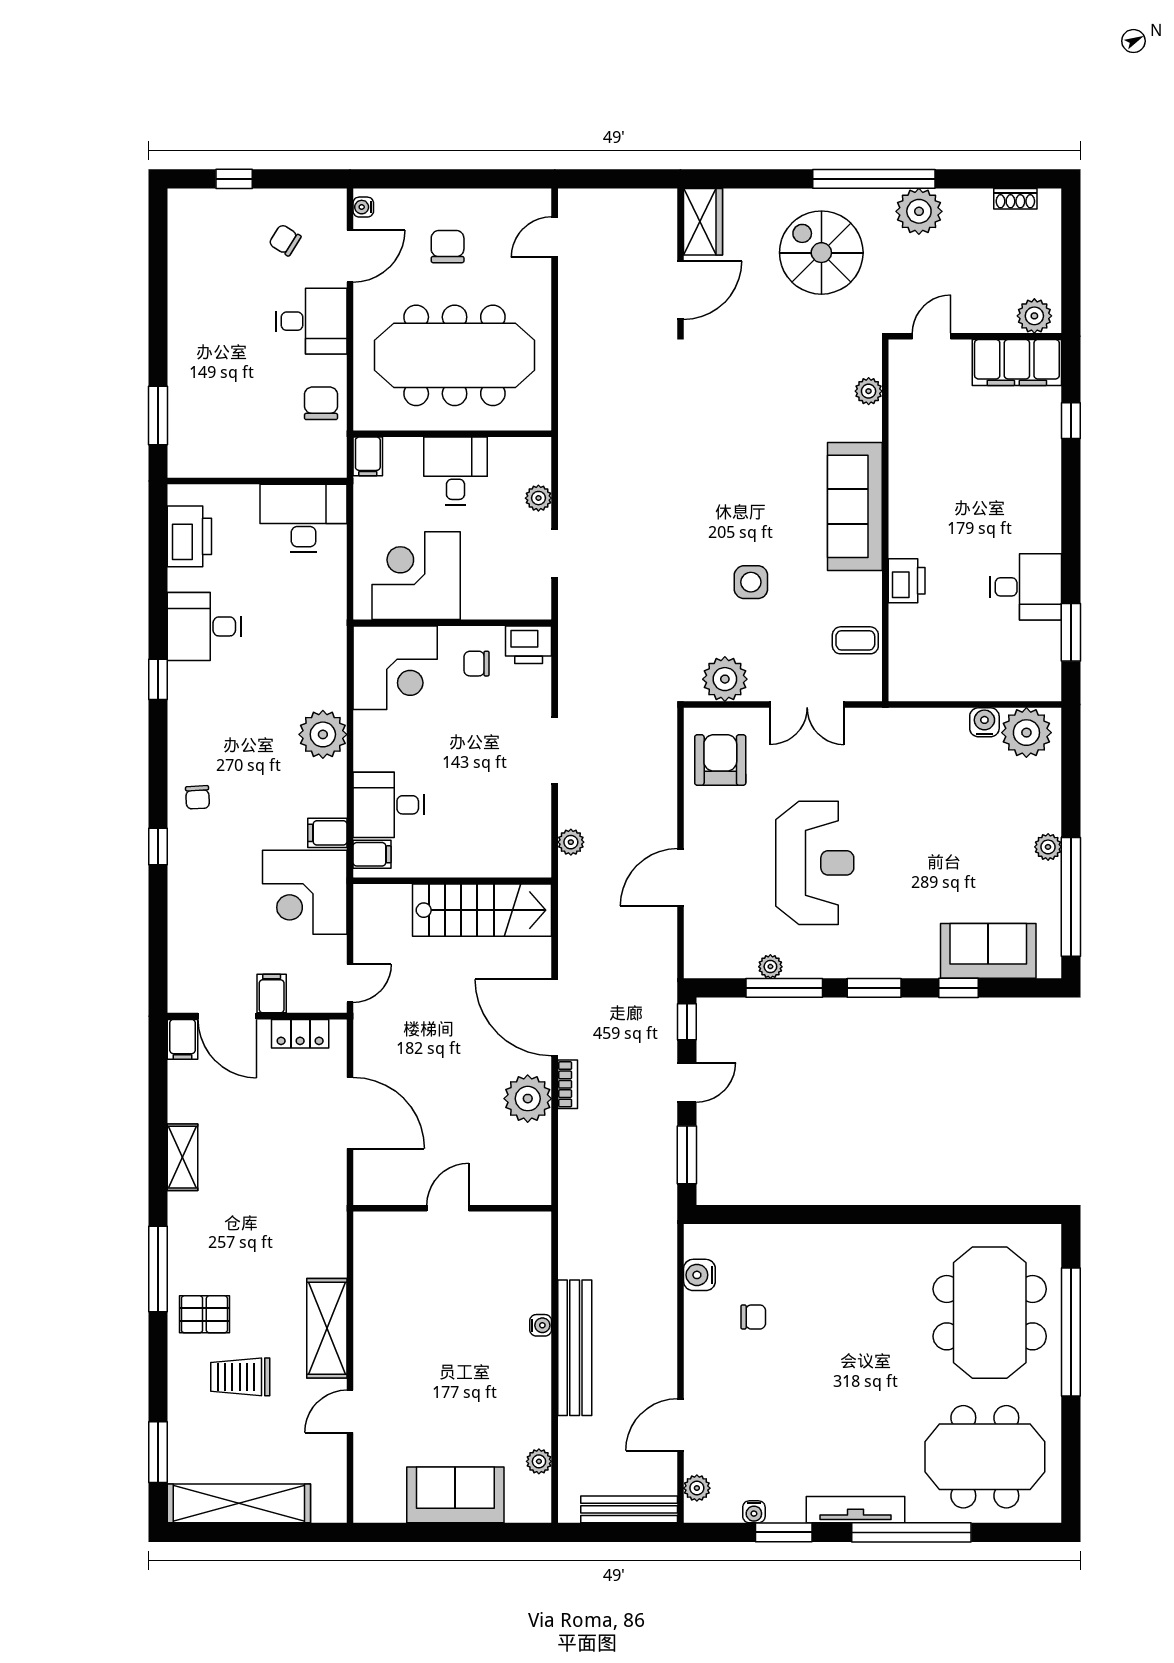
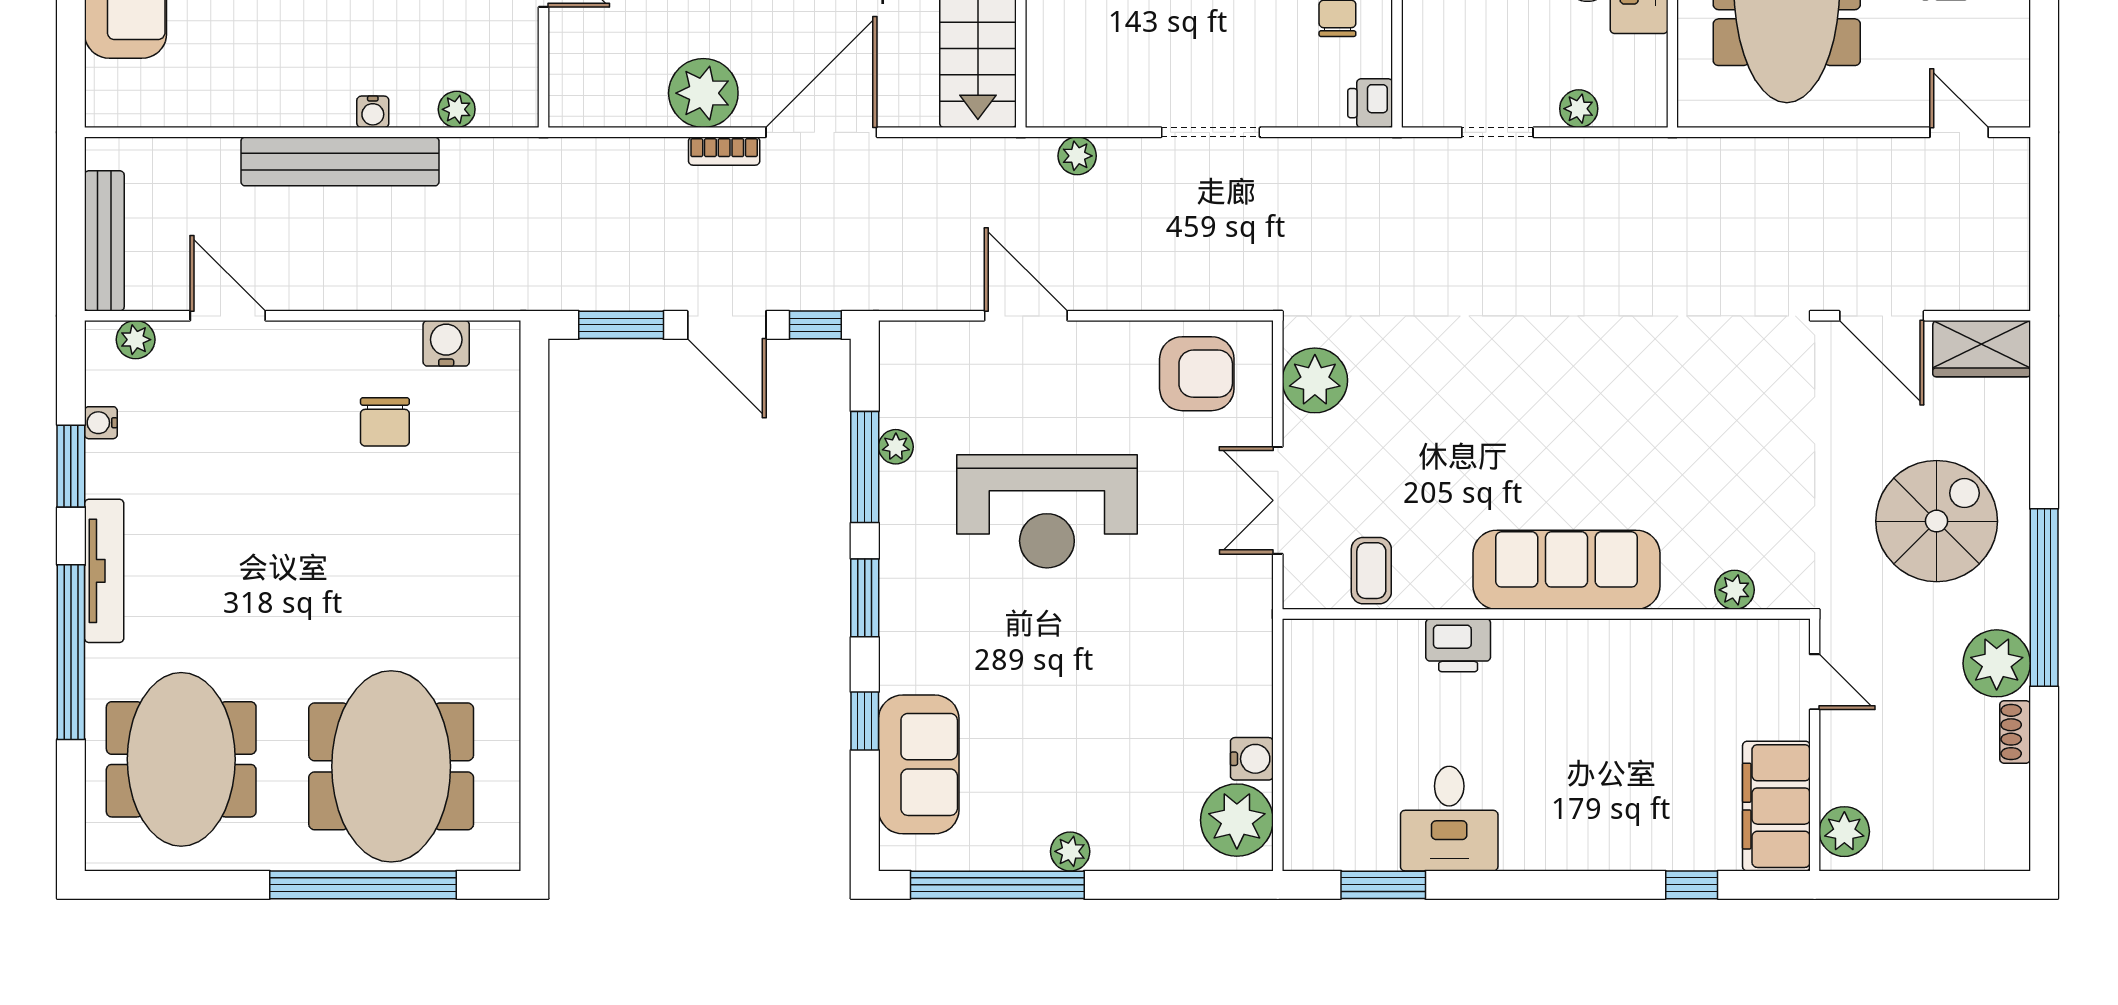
shoe rack: (1015, 199) -> (2015, 732), moved
side table: (751, 582) -> (1456, 418), removed
printer: (529, 645) -> (1370, 103), width x0.73, depth x0.81
door: (687, 1082) -> (727, 325), width x1.38
meeting table: (990, 1313) -> (391, 766), turned 90
chair: (753, 1317) -> (385, 422), width x1.37, depth x1.37
plant: (539, 1461) -> (457, 109), moved

